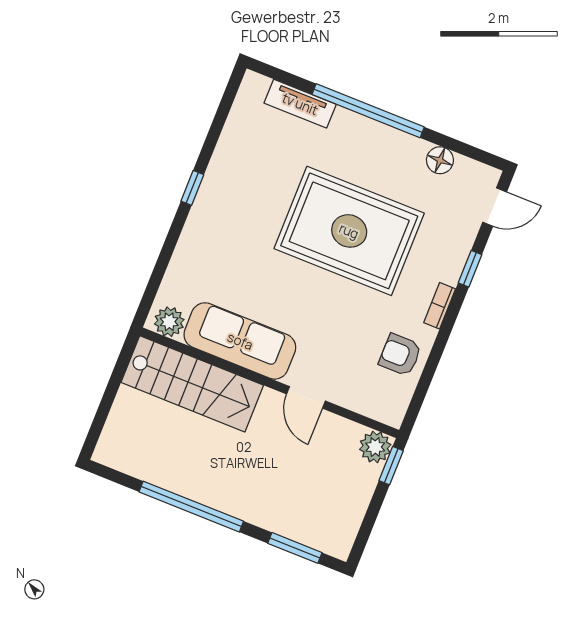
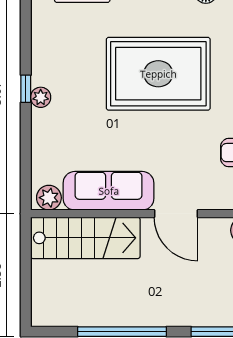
plant: (205, 204) -> (41, 97), added
door: (306, 397) -> (176, 214), width x1.38

